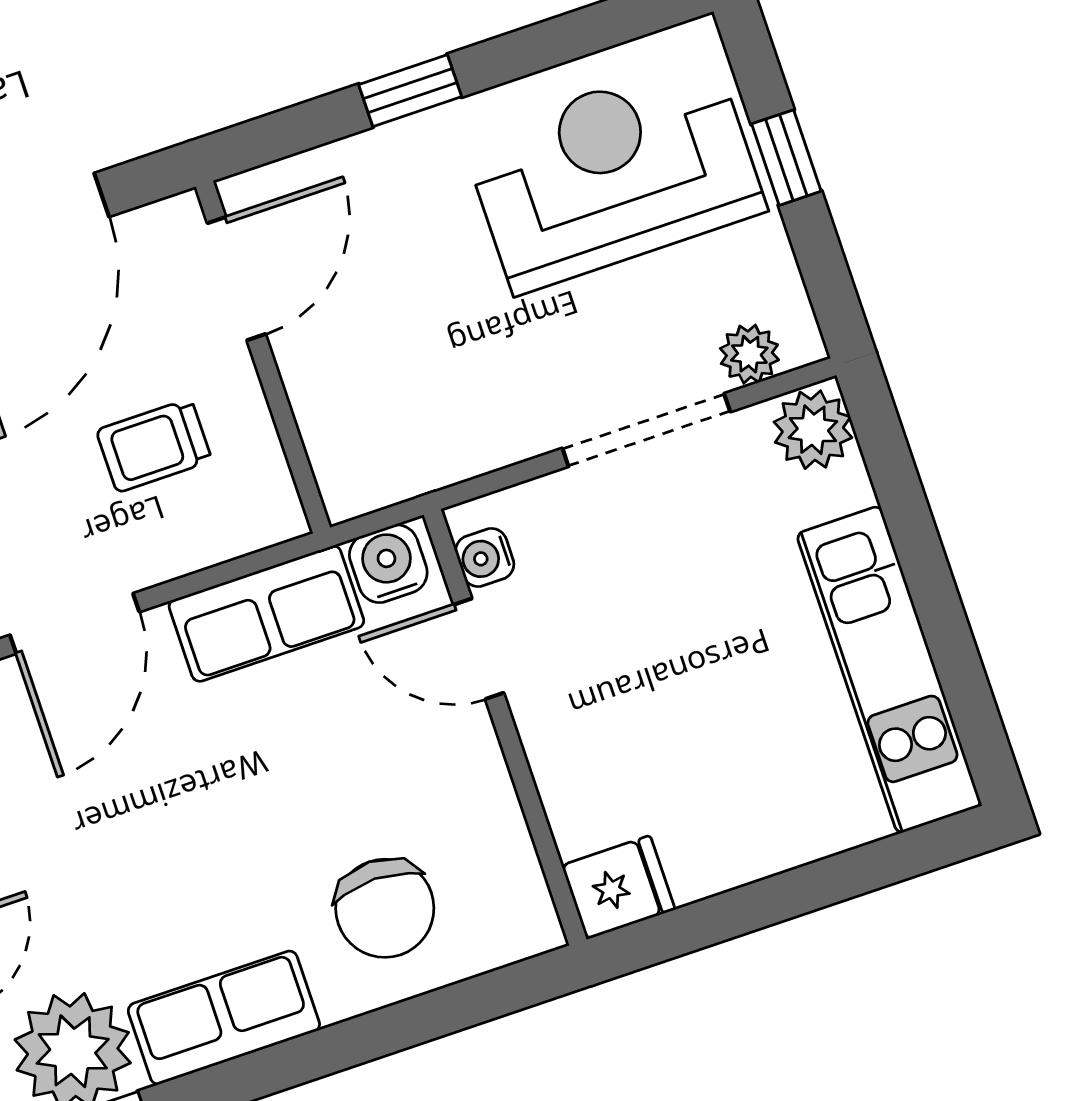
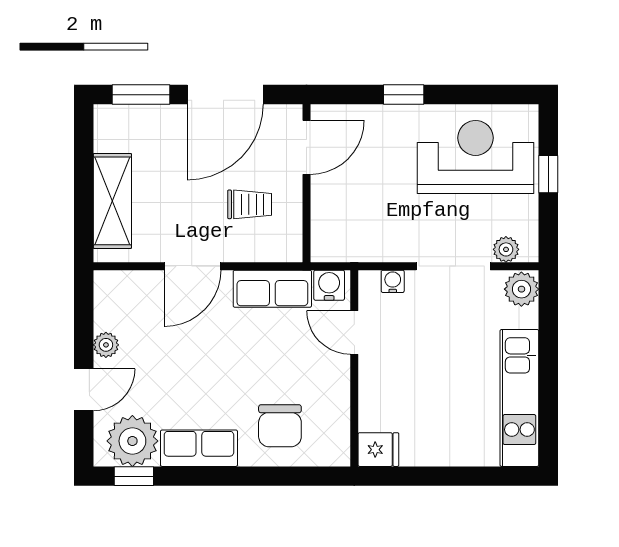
trolley: (154, 446) -> (250, 204), turned 180
water cooler: (485, 557) -> (393, 281), moved, turned 90

